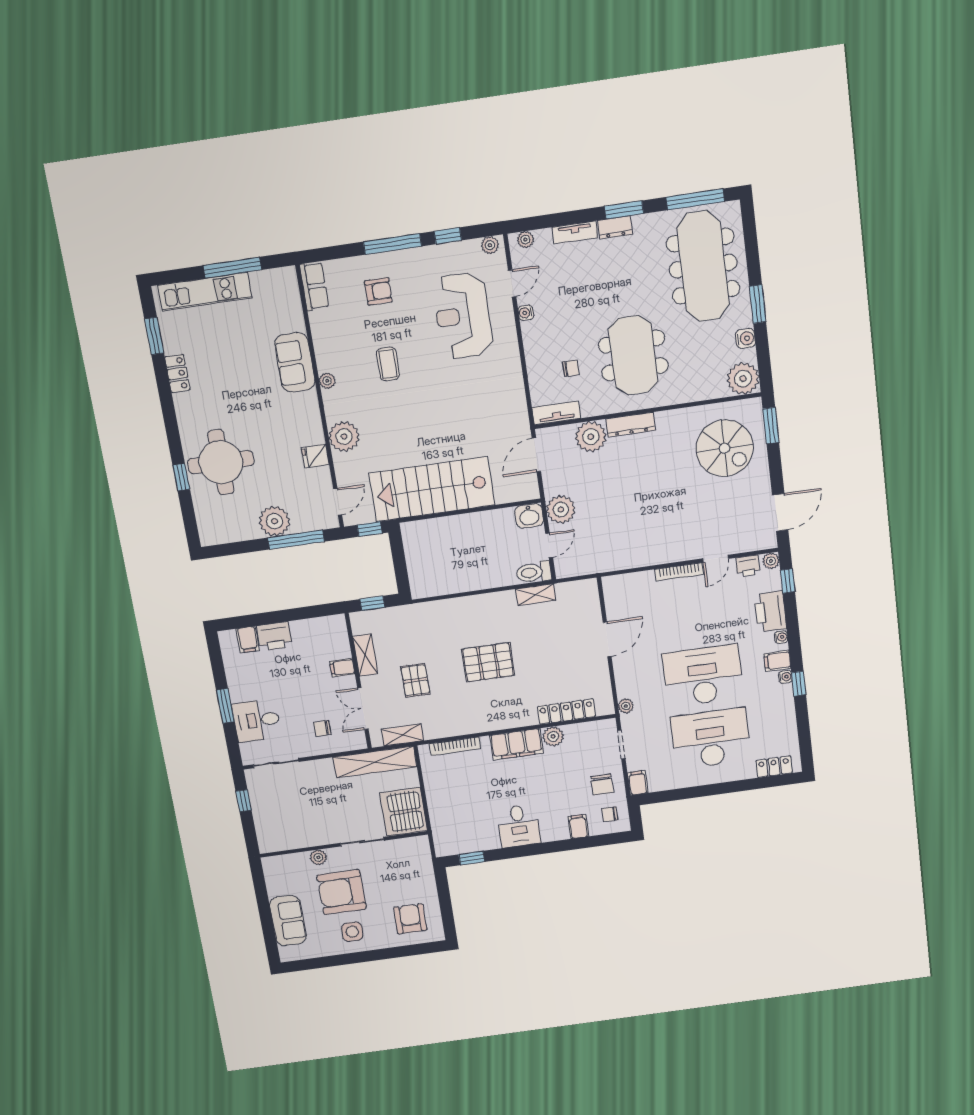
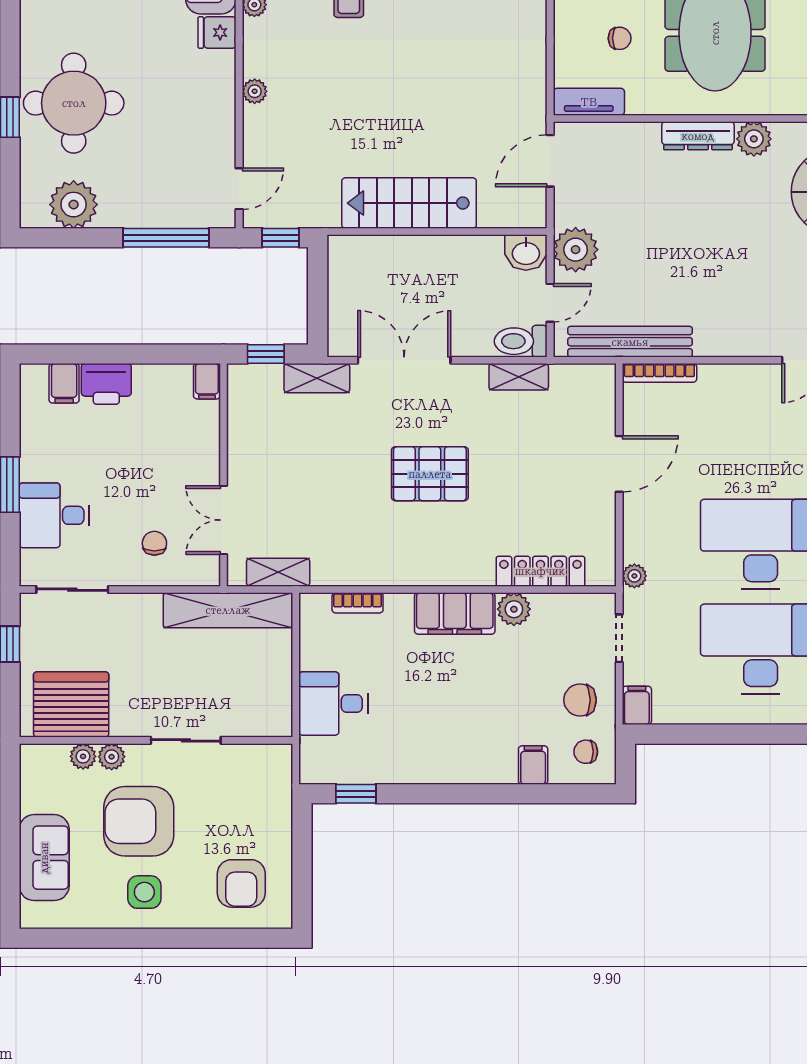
plant: (344, 437) -> (255, 91), width x0.53, depth x0.53
plant: (591, 437) -> (754, 139), moved, width x0.73, depth x0.73
fridge: (315, 456) -> (217, 32), moved
stairs: (432, 489) -> (409, 203), width x0.73, depth x0.66
plant: (274, 521) -> (74, 205), moved
bench: (604, 563) -> (630, 342), added
bookcase: (679, 572) -> (659, 373), moved
double door: (461, 595) -> (404, 360), added
shelving: (365, 655) -> (317, 378), moved, turned 90
filing cabinet: (342, 668) -> (207, 381), moved, turned -90
pallet: (415, 680) -> (312, 486), removed
chair: (322, 728) -> (154, 543), turned 90
bookcase: (455, 746) -> (358, 603), width x0.64
chair: (602, 784) -> (580, 700), turned 90
server rack: (404, 812) -> (71, 704), moved, turned 90
desk: (519, 826) -> (333, 704), moved, turned 90
plant: (301, 860) -> (83, 756), added
armchair: (410, 919) -> (241, 883), turned 180

